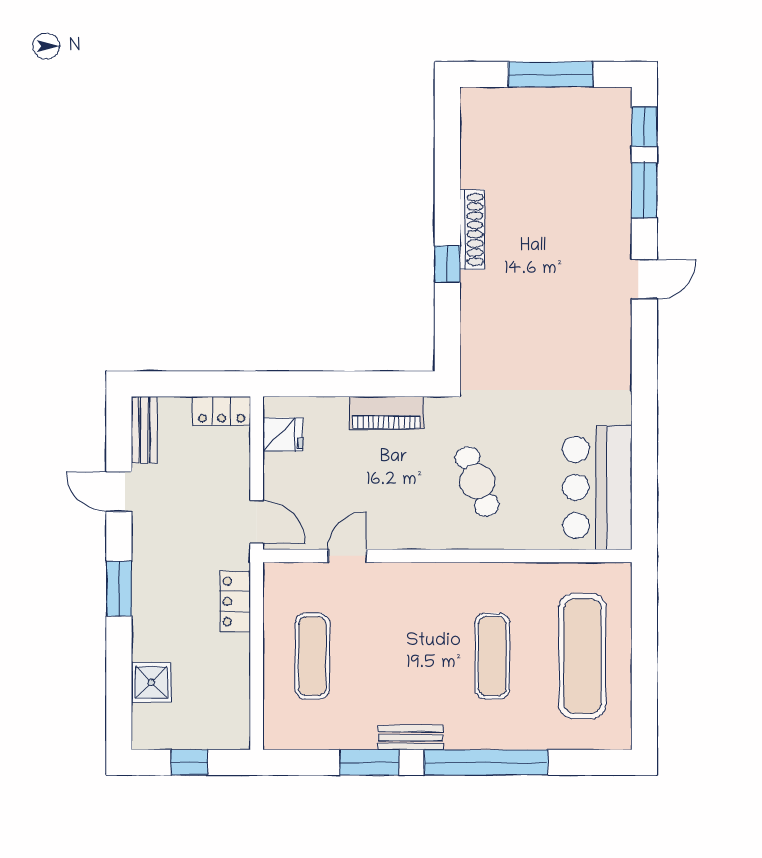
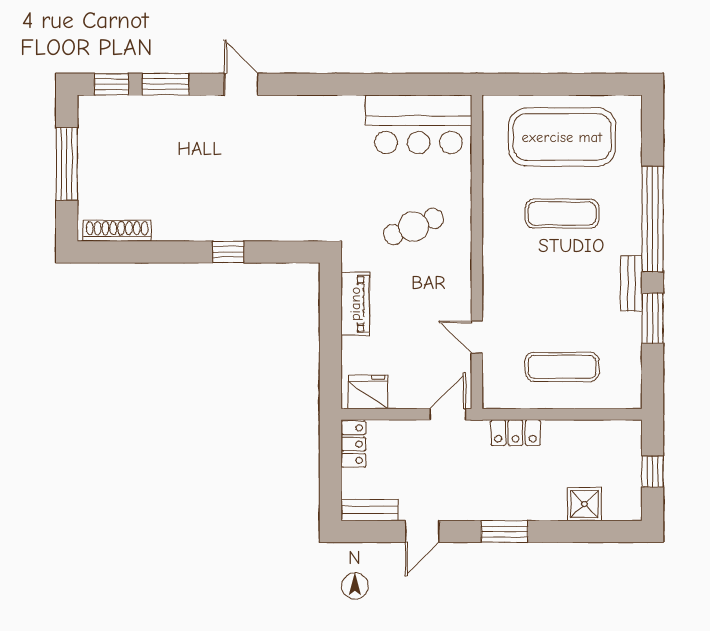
shoe rack: (472, 230) -> (117, 231), moved
fridge: (283, 434) -> (368, 392), width x1.38
exercise mat: (582, 656) -> (562, 137), width x1.47

